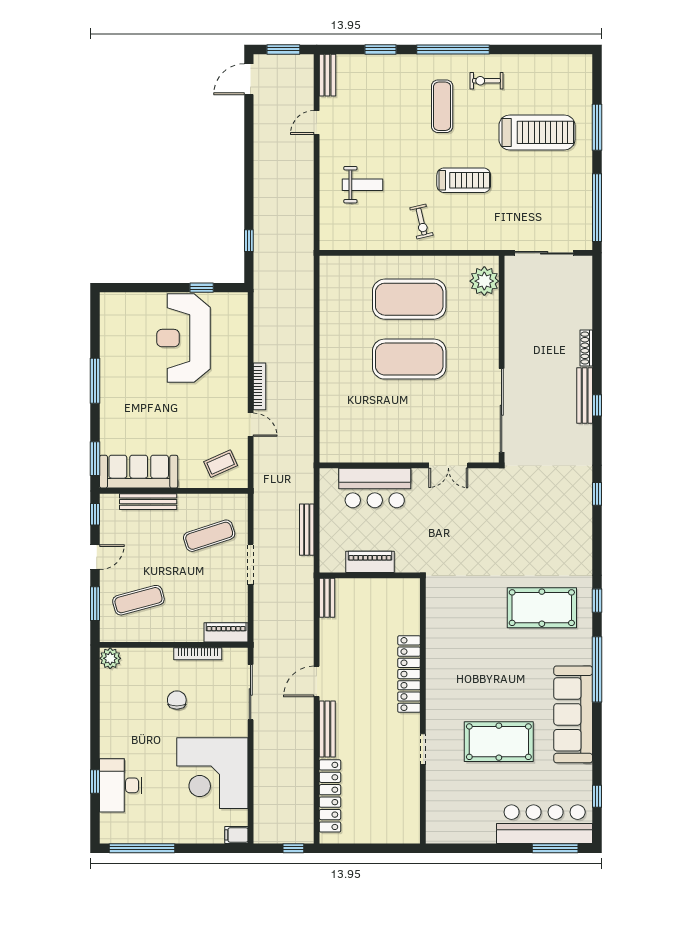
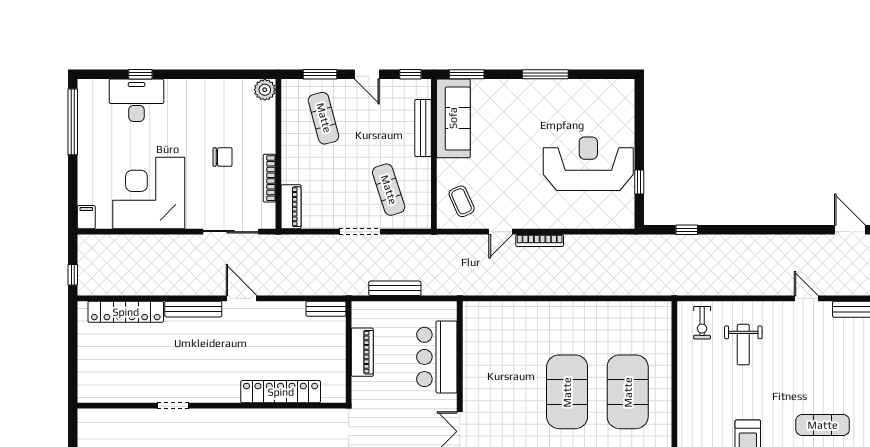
exercise bike: (421, 222) -> (702, 323), moved, turned -77
locker: (409, 674) -> (281, 392), moved

